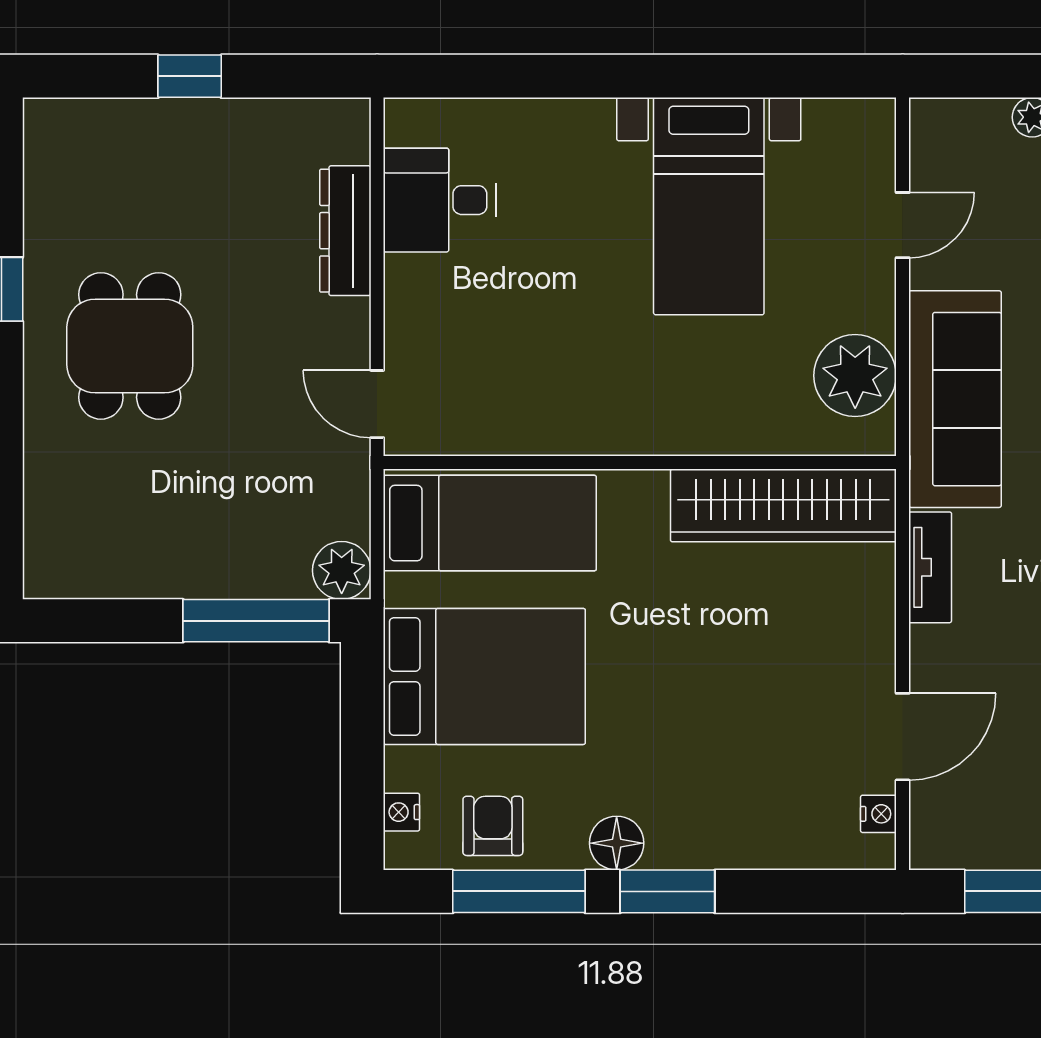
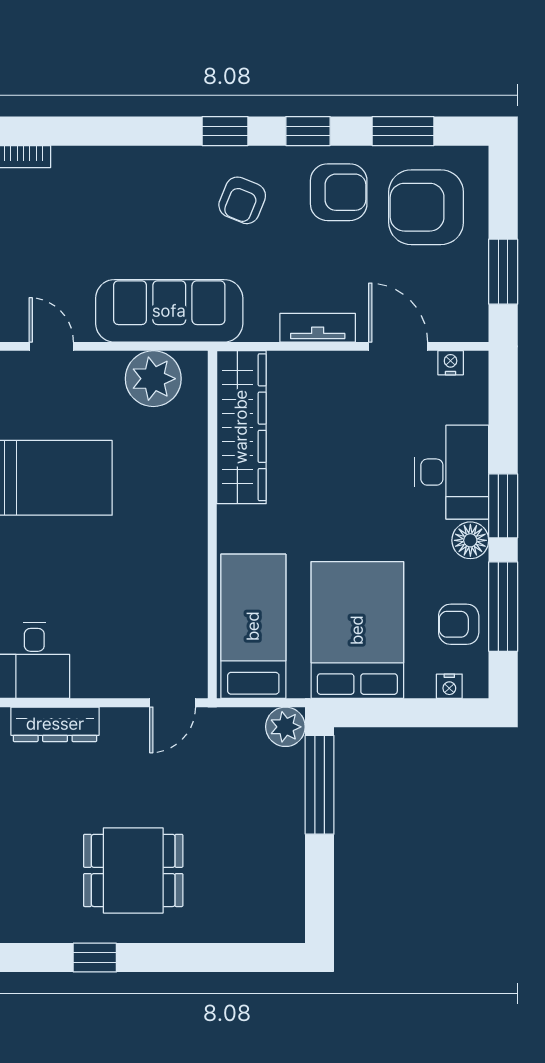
tv unit: (930, 567) -> (318, 328), moved
desk: (717, 816) -> (452, 472), added

